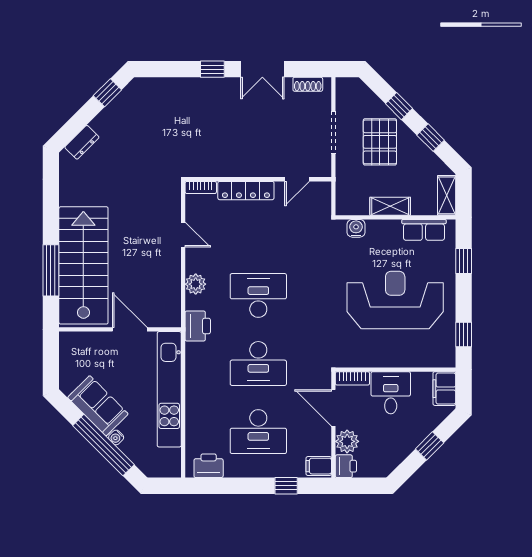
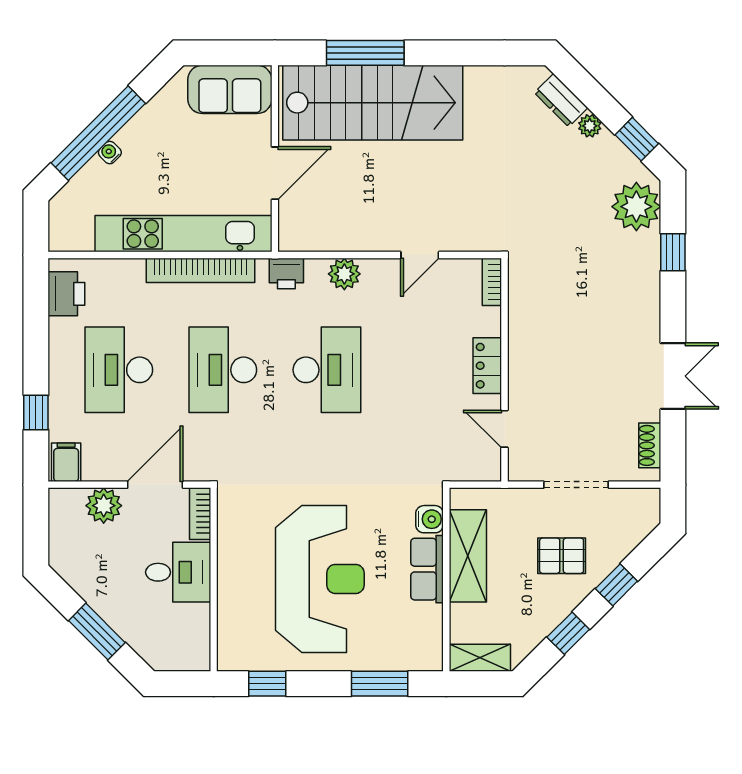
window: (212, 69) -> (673, 252), moved
double door: (262, 69) -> (673, 376), swing flipped
plant: (151, 93) -> (636, 207), added
plant: (99, 123) -> (590, 126), added
pallet: (380, 142) -> (562, 556), width x0.67, depth x0.71
locker: (246, 191) -> (487, 366), width x0.66
shelving: (390, 206) -> (468, 556), width x1.50, depth x1.33
row of seats: (424, 230) -> (427, 569), moved
window: (464, 261) -> (380, 684), width x1.50
printer: (198, 326) -> (286, 274), width x0.73, depth x0.81
bookcase: (193, 378) -> (200, 270), added
filing cabinet: (444, 389) -> (185, 654), removed
sofa: (98, 406) -> (230, 89), moved, turned 45
window: (430, 446) -> (97, 632), width x1.50
printer: (346, 466) -> (66, 504), removed

